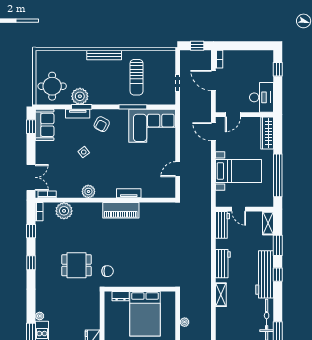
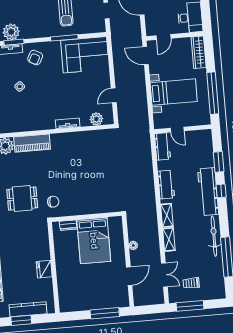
plant: (88, 191) -> (96, 119), moved
piano: (121, 210) -> (32, 143), moved
shelving: (268, 223) -> (169, 239), moved

